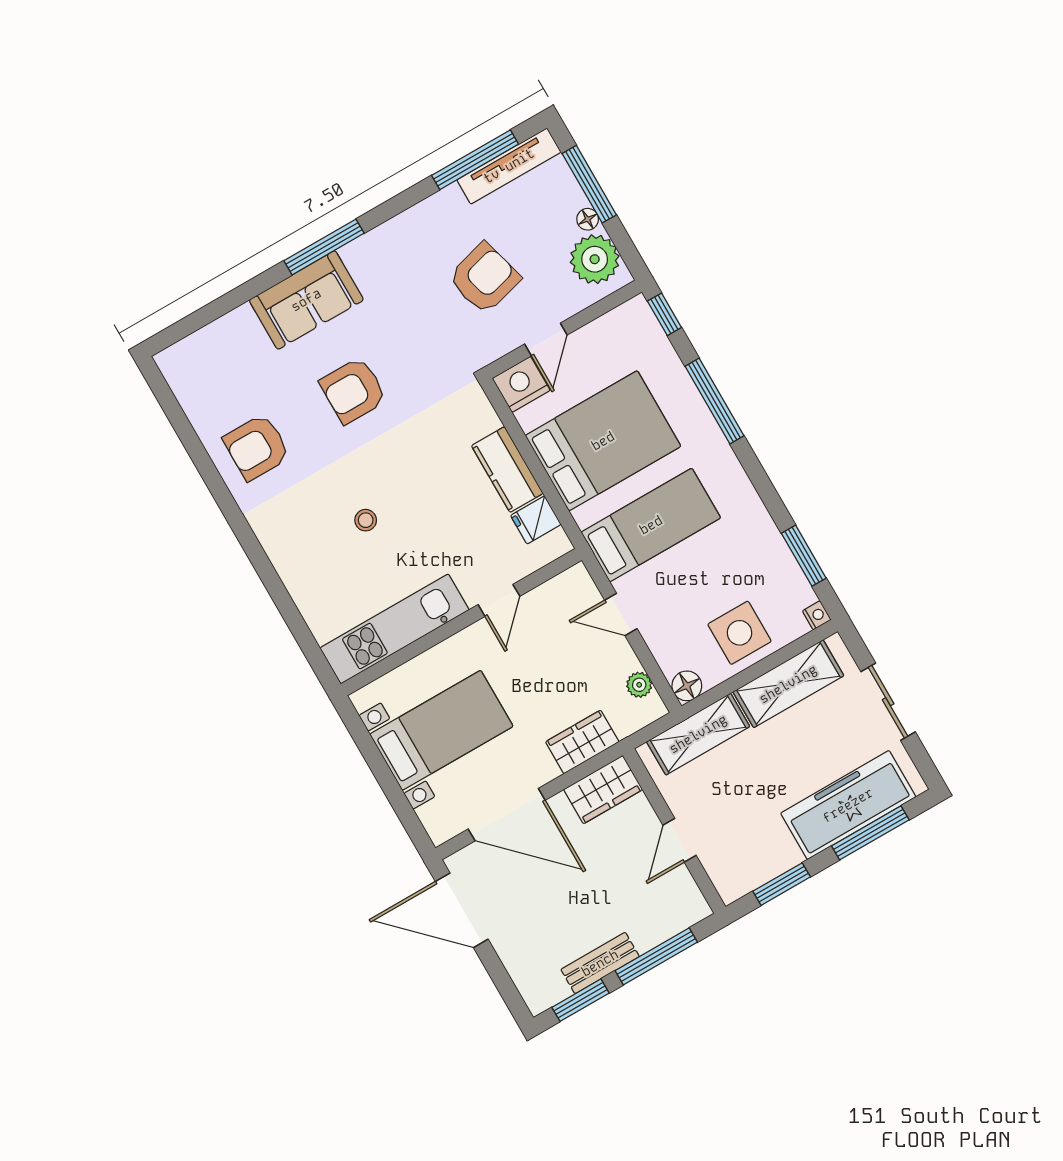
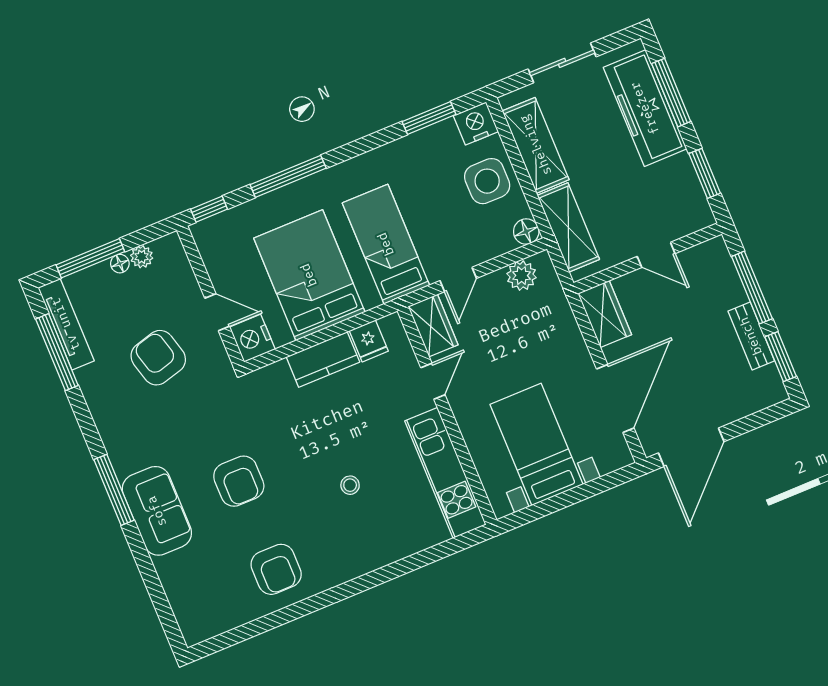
plant: (595, 259) -> (142, 257), width x0.53, depth x0.53
door: (499, 600) -> (433, 381), hinge flipped
nightstand: (817, 615) -> (476, 124), width x1.89, depth x1.79
plant: (639, 685) -> (522, 276), width x1.38, depth x1.38
wardrobe: (582, 742) -> (433, 326), moved, turned 180

